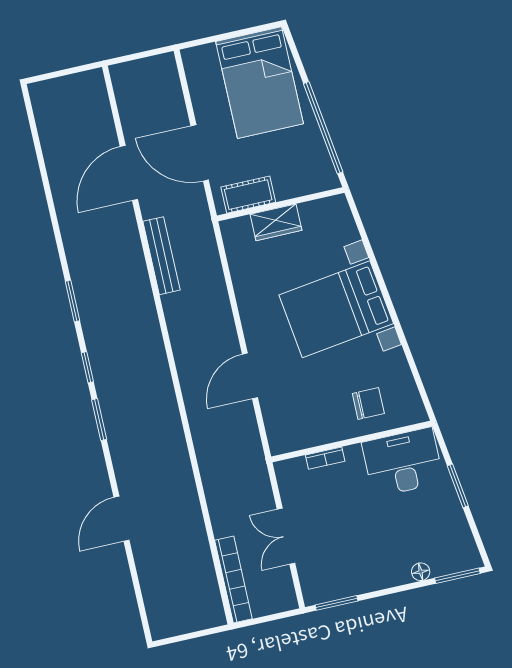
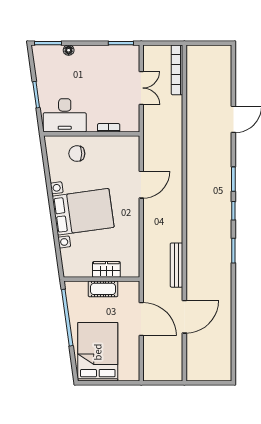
cot: (248, 195) -> (103, 289), moved

